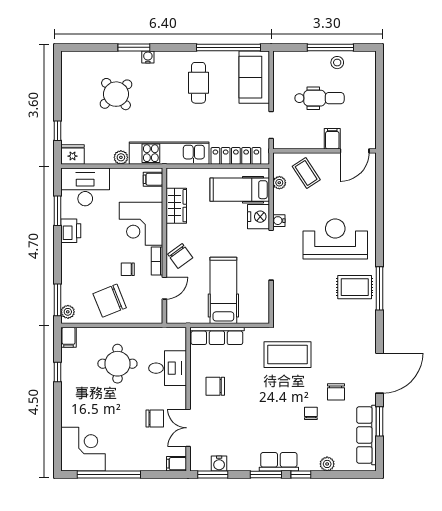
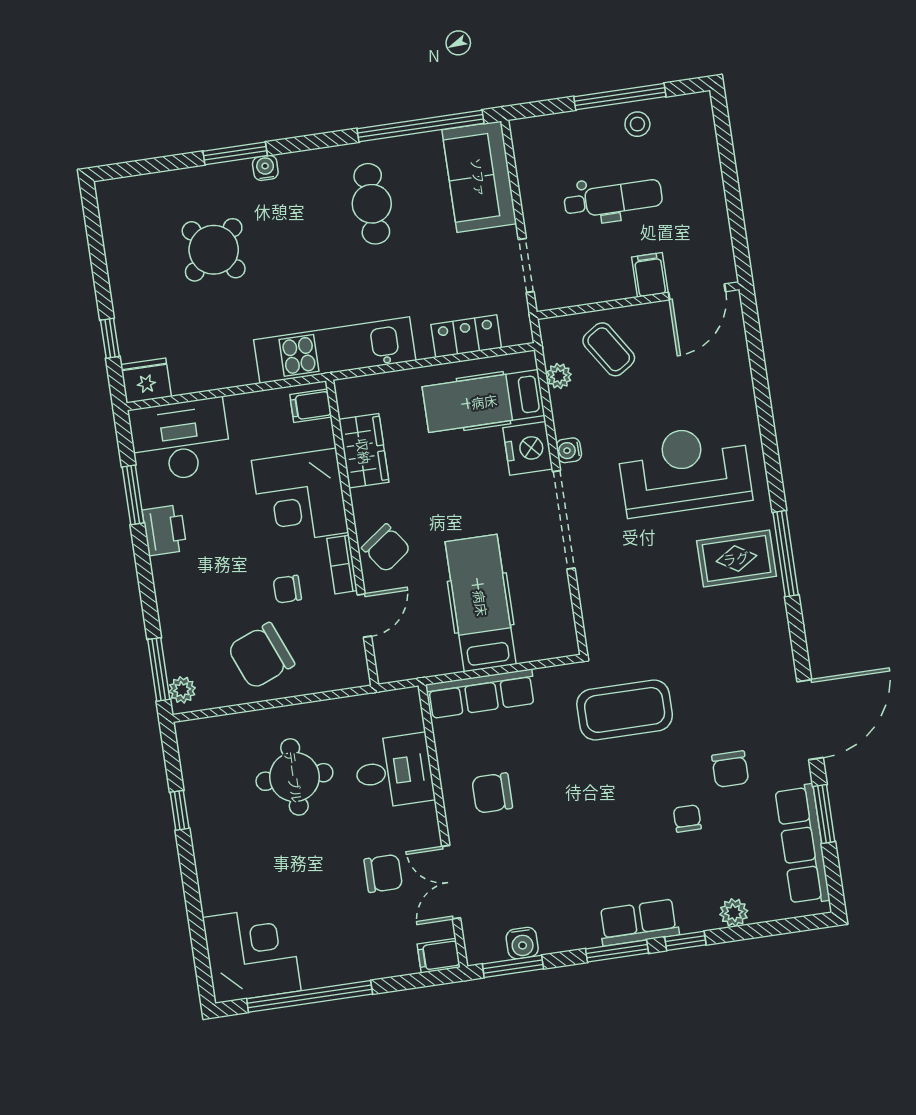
locker: (236, 156) -> (466, 336), width x0.66
plant: (121, 157) -> (242, 372), removed
filing cabinet: (69, 337) -> (191, 739), removed

